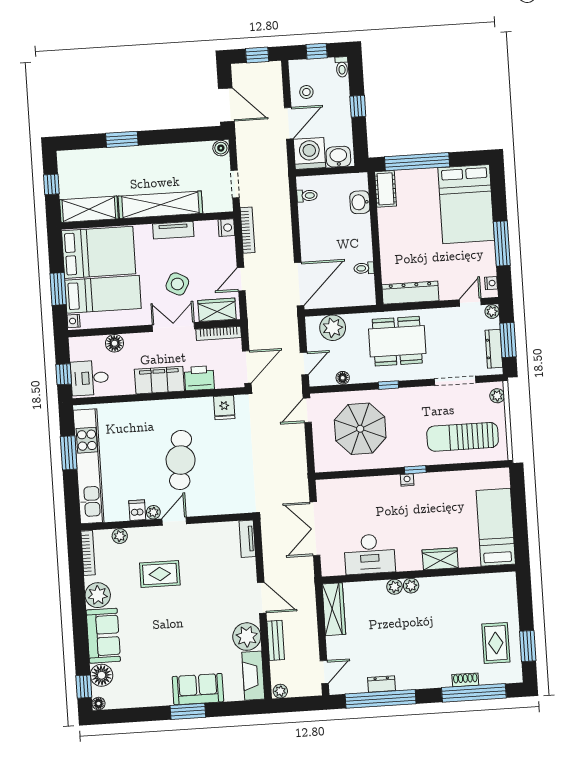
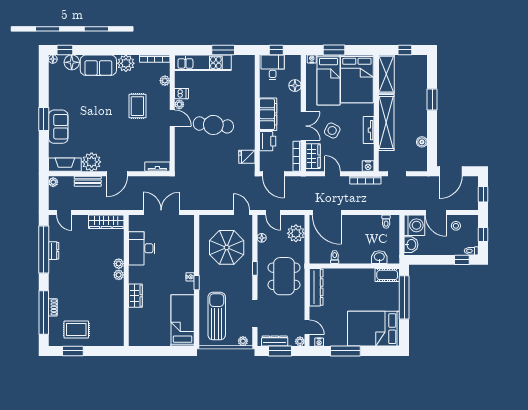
window: (358, 106) -> (462, 260), moved
boiler: (221, 148) -> (422, 142), moved
kitchen unit: (89, 466) -> (203, 63), width x0.73
bed: (496, 527) -> (183, 320), moved, turned -90

